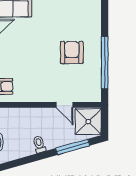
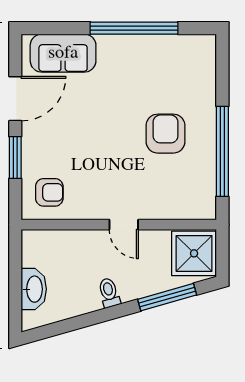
door: (64, 105) -> (124, 225), moved

